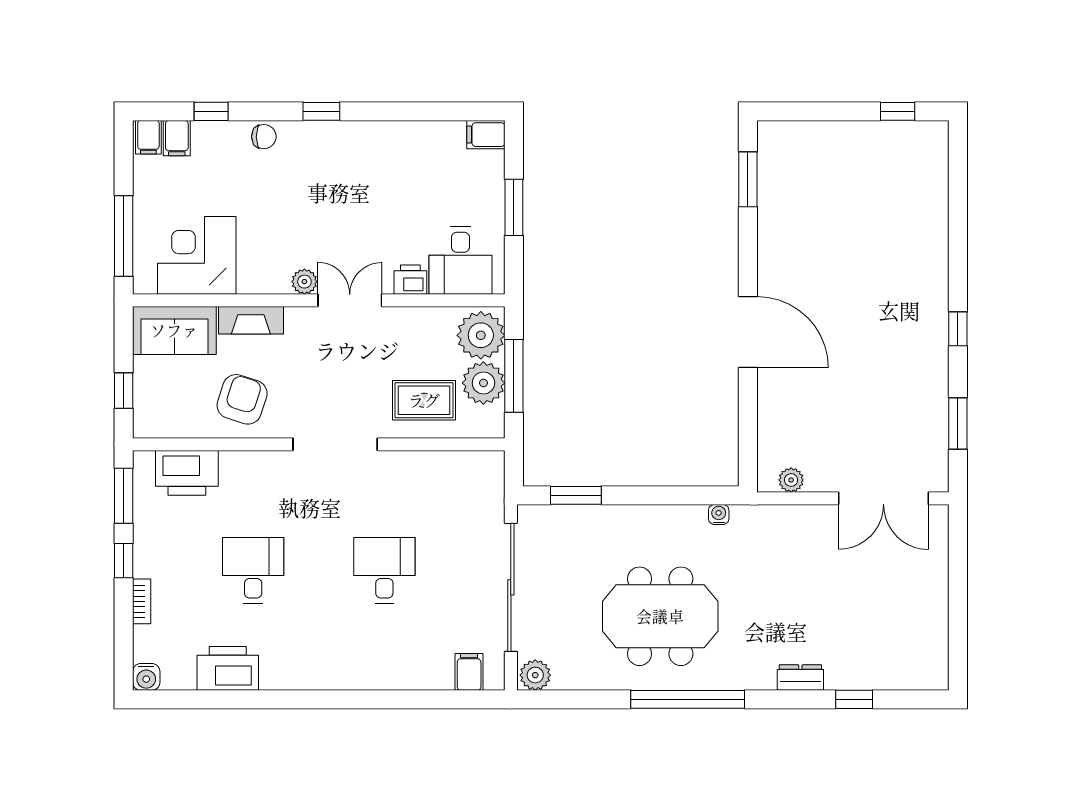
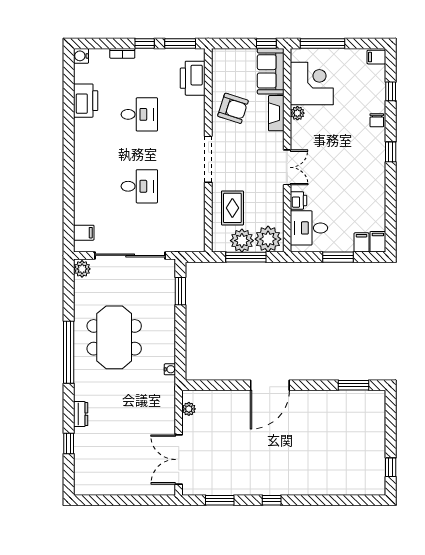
filing cabinet: (177, 138) -> (361, 242), moved, turned 90
plant: (304, 282) -> (297, 113), moved
window: (124, 391) -> (266, 44), moved

